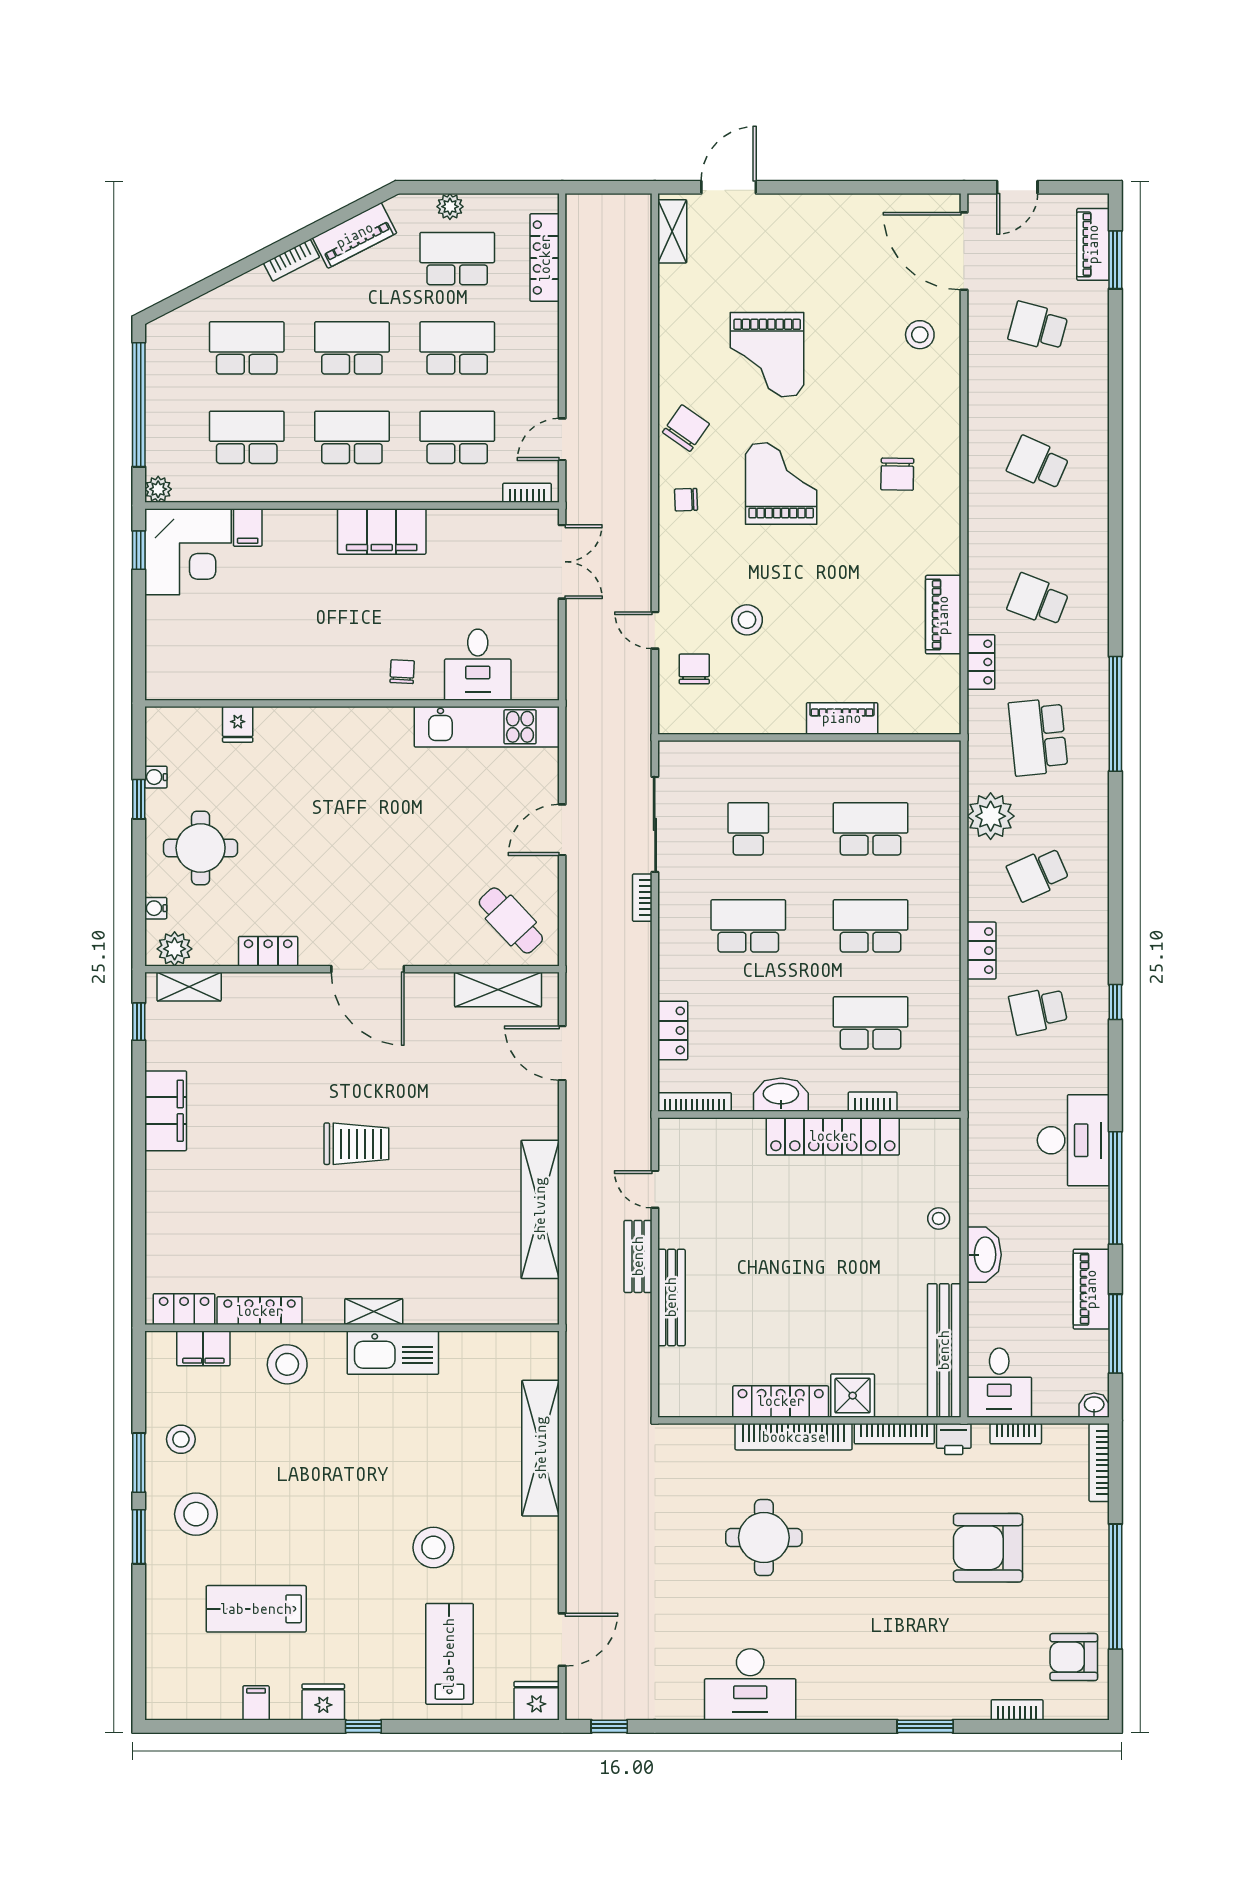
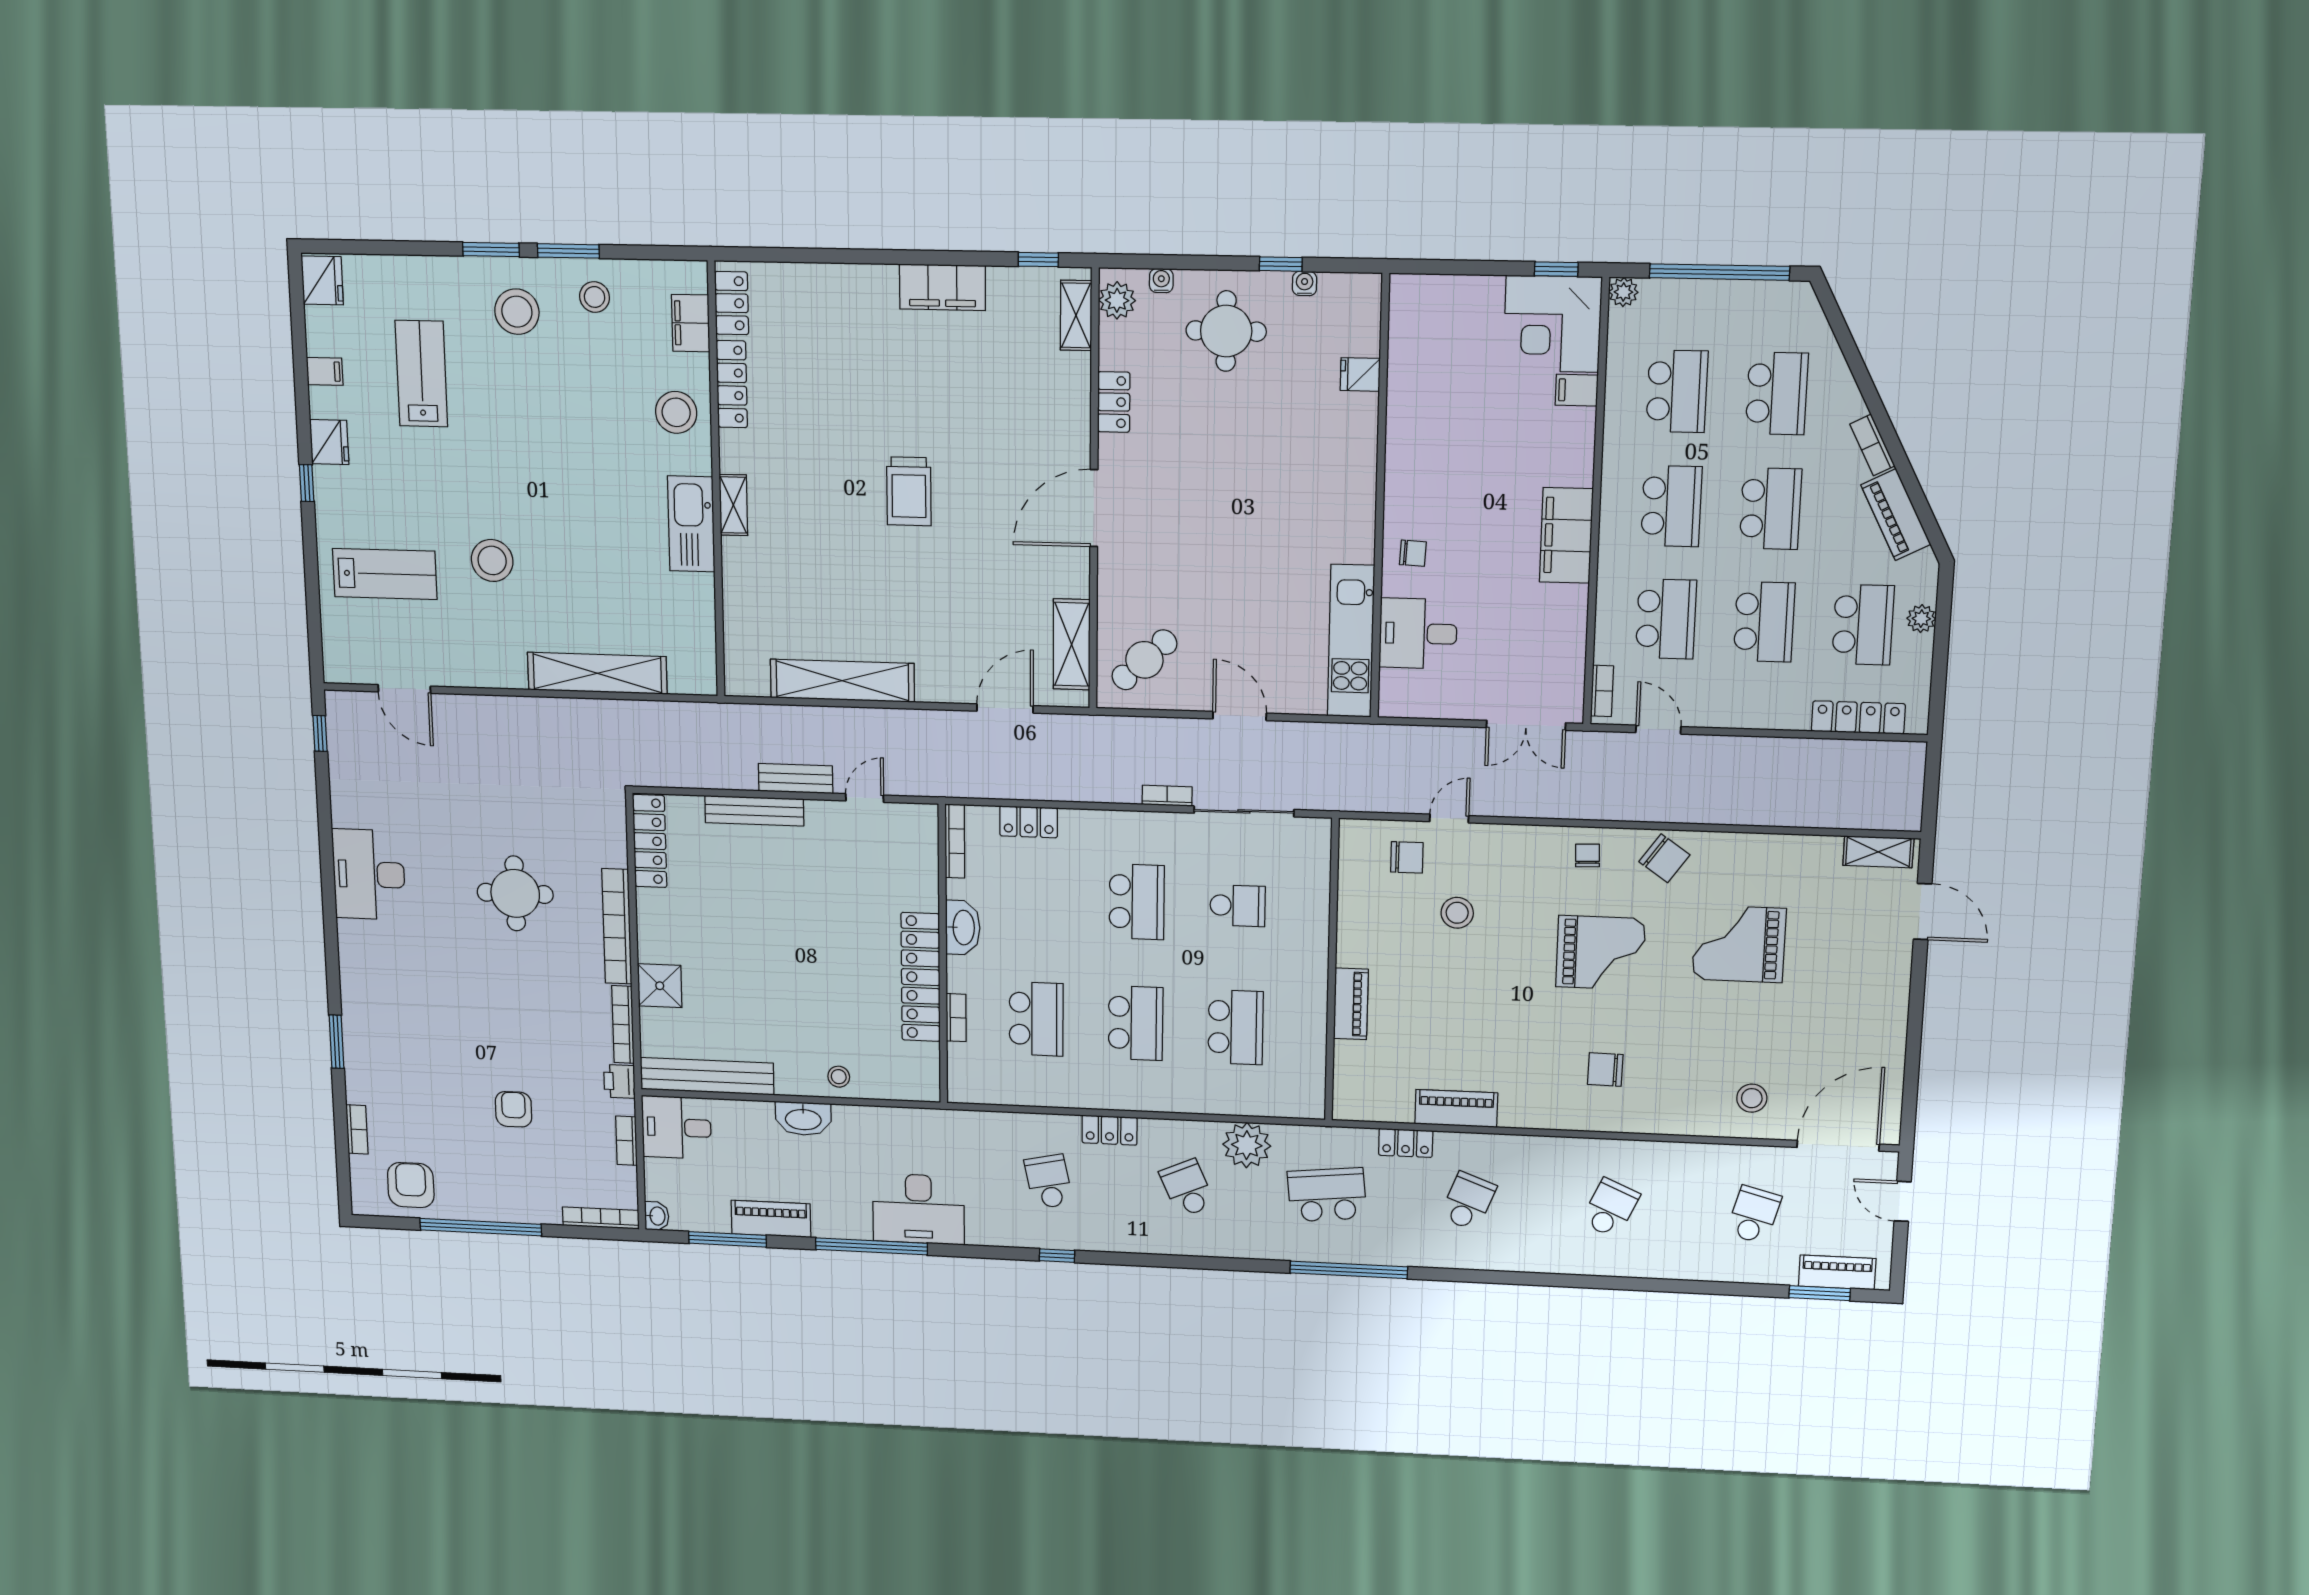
locker: (781, 1401) -> (650, 841), moved
armchair: (988, 1548) -> (514, 1109), width x0.53, depth x0.53
fridge: (537, 1701) -> (322, 280), moved

